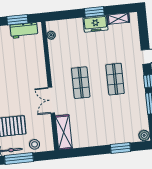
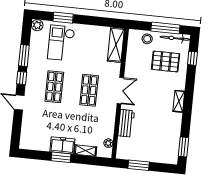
shelving: (118, 19) -> (85, 151), moved
workbench: (24, 30) -> (126, 123), moved, turned 90
double door: (51, 100) -> (120, 91), moved
checkout: (117, 123) -> (61, 43), added

